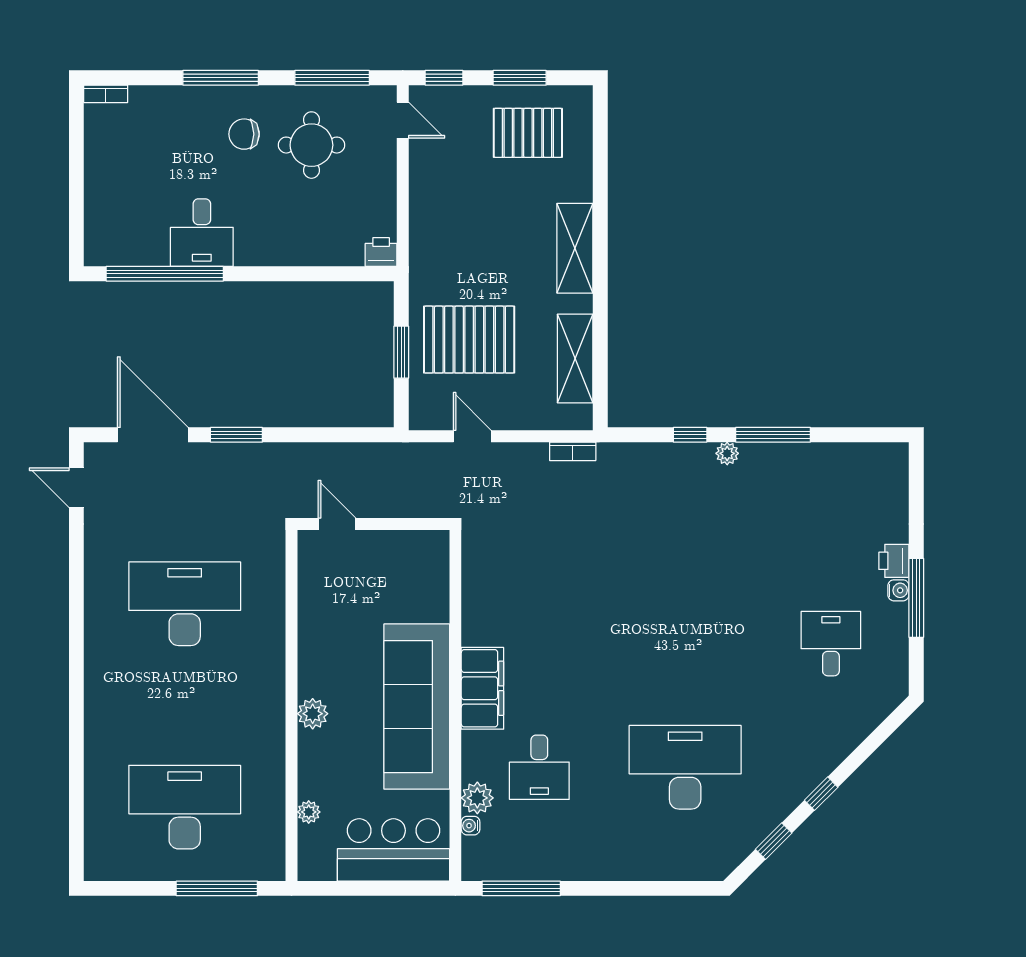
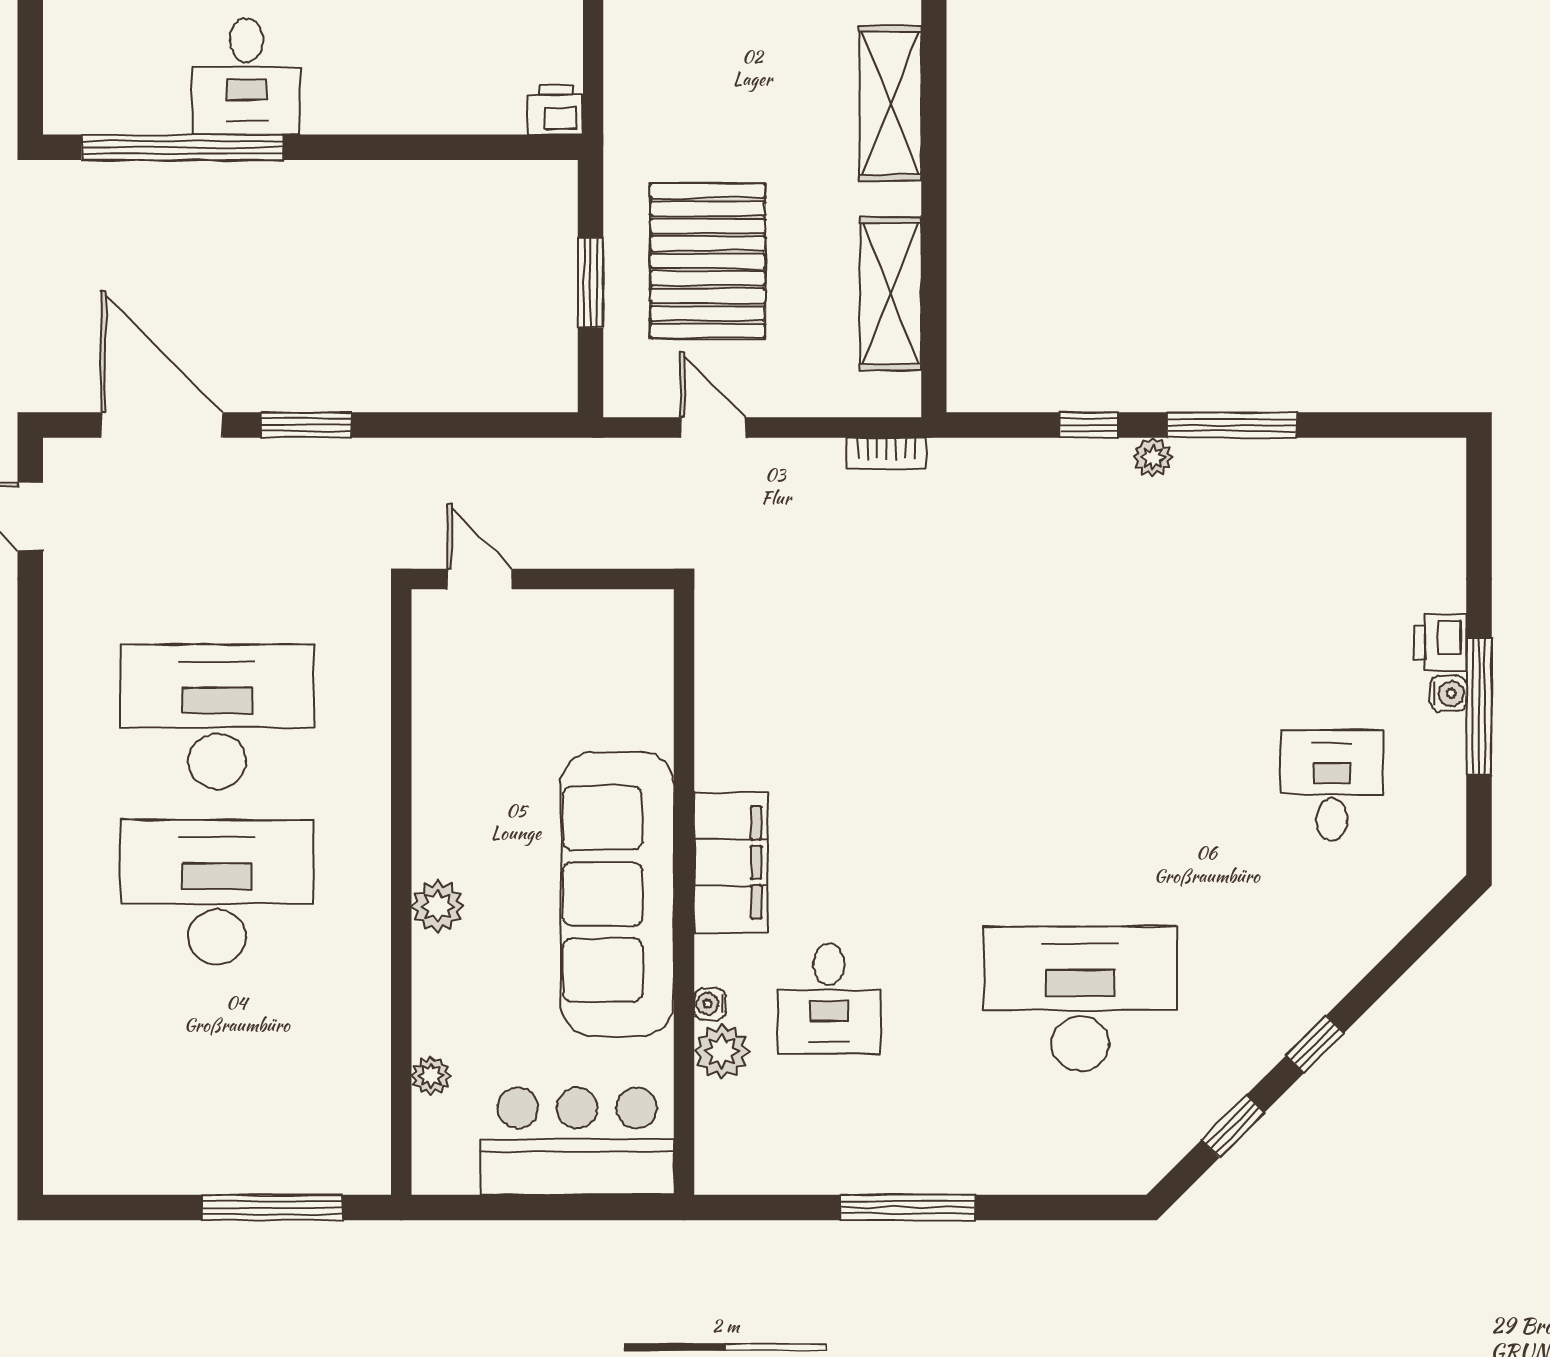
pallet: (469, 340) -> (708, 261), turned 90
desk: (185, 807) -> (217, 892), moved
water cooler: (471, 826) -> (710, 1004), moved
window: (521, 888) -> (908, 1208), moved

